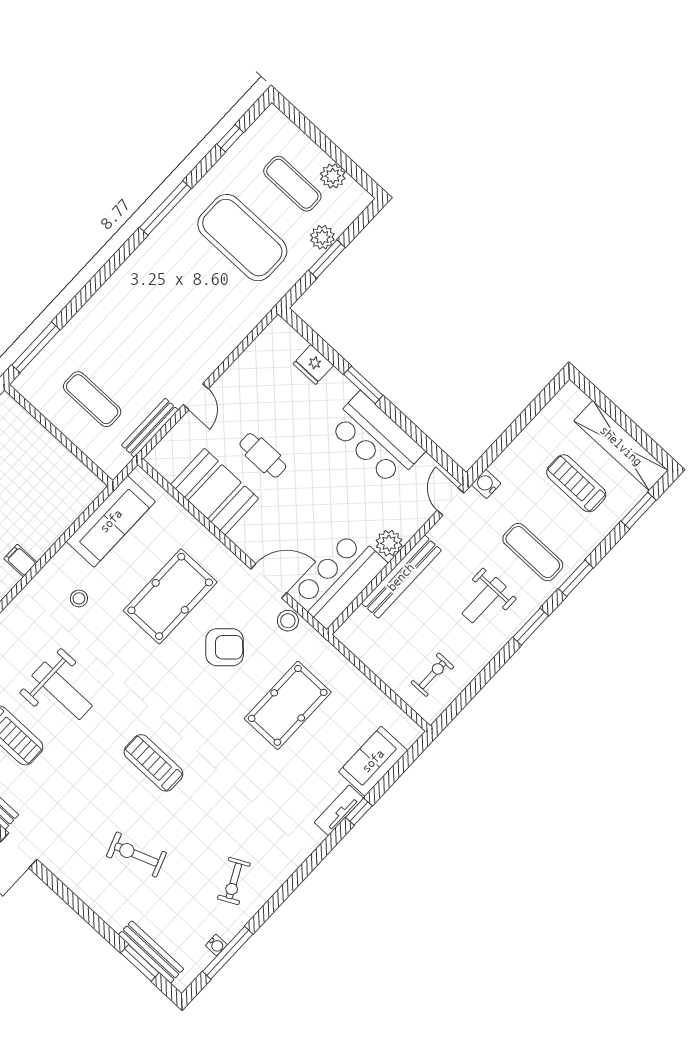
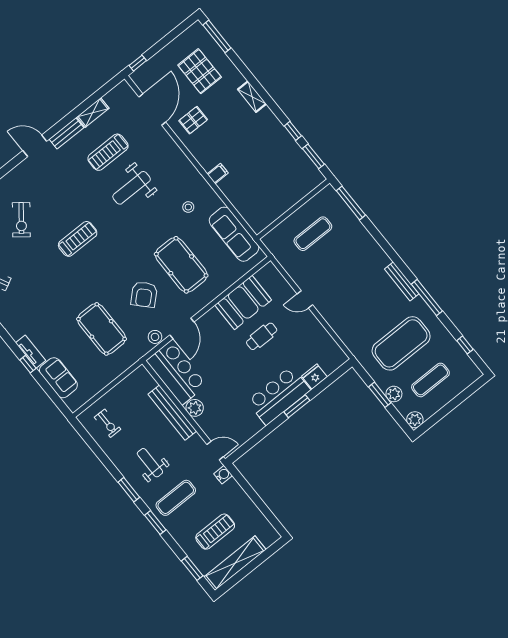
plant: (333, 176) -> (415, 420), moved
bench: (150, 428) -> (402, 281), moved
bar counter: (376, 439) -> (279, 396), moved
exercise bike: (136, 855) -> (21, 220), turned 148

